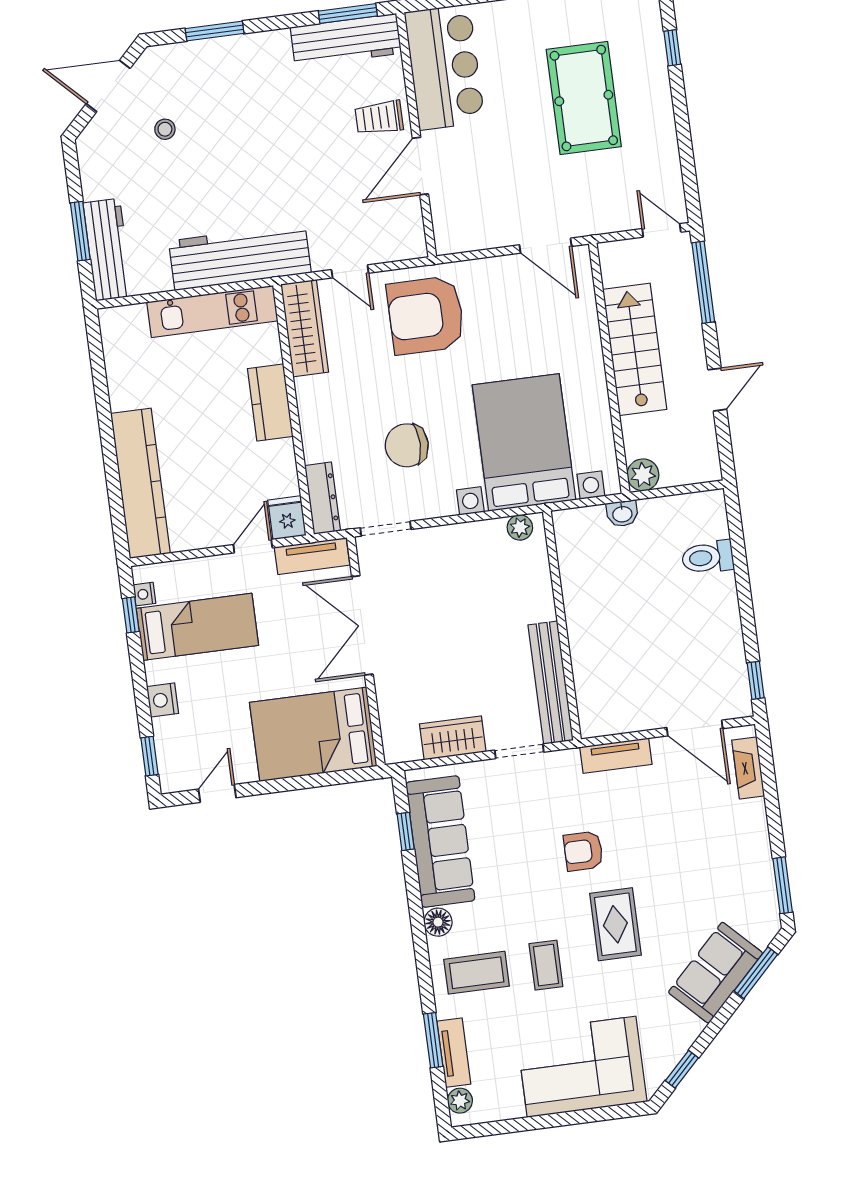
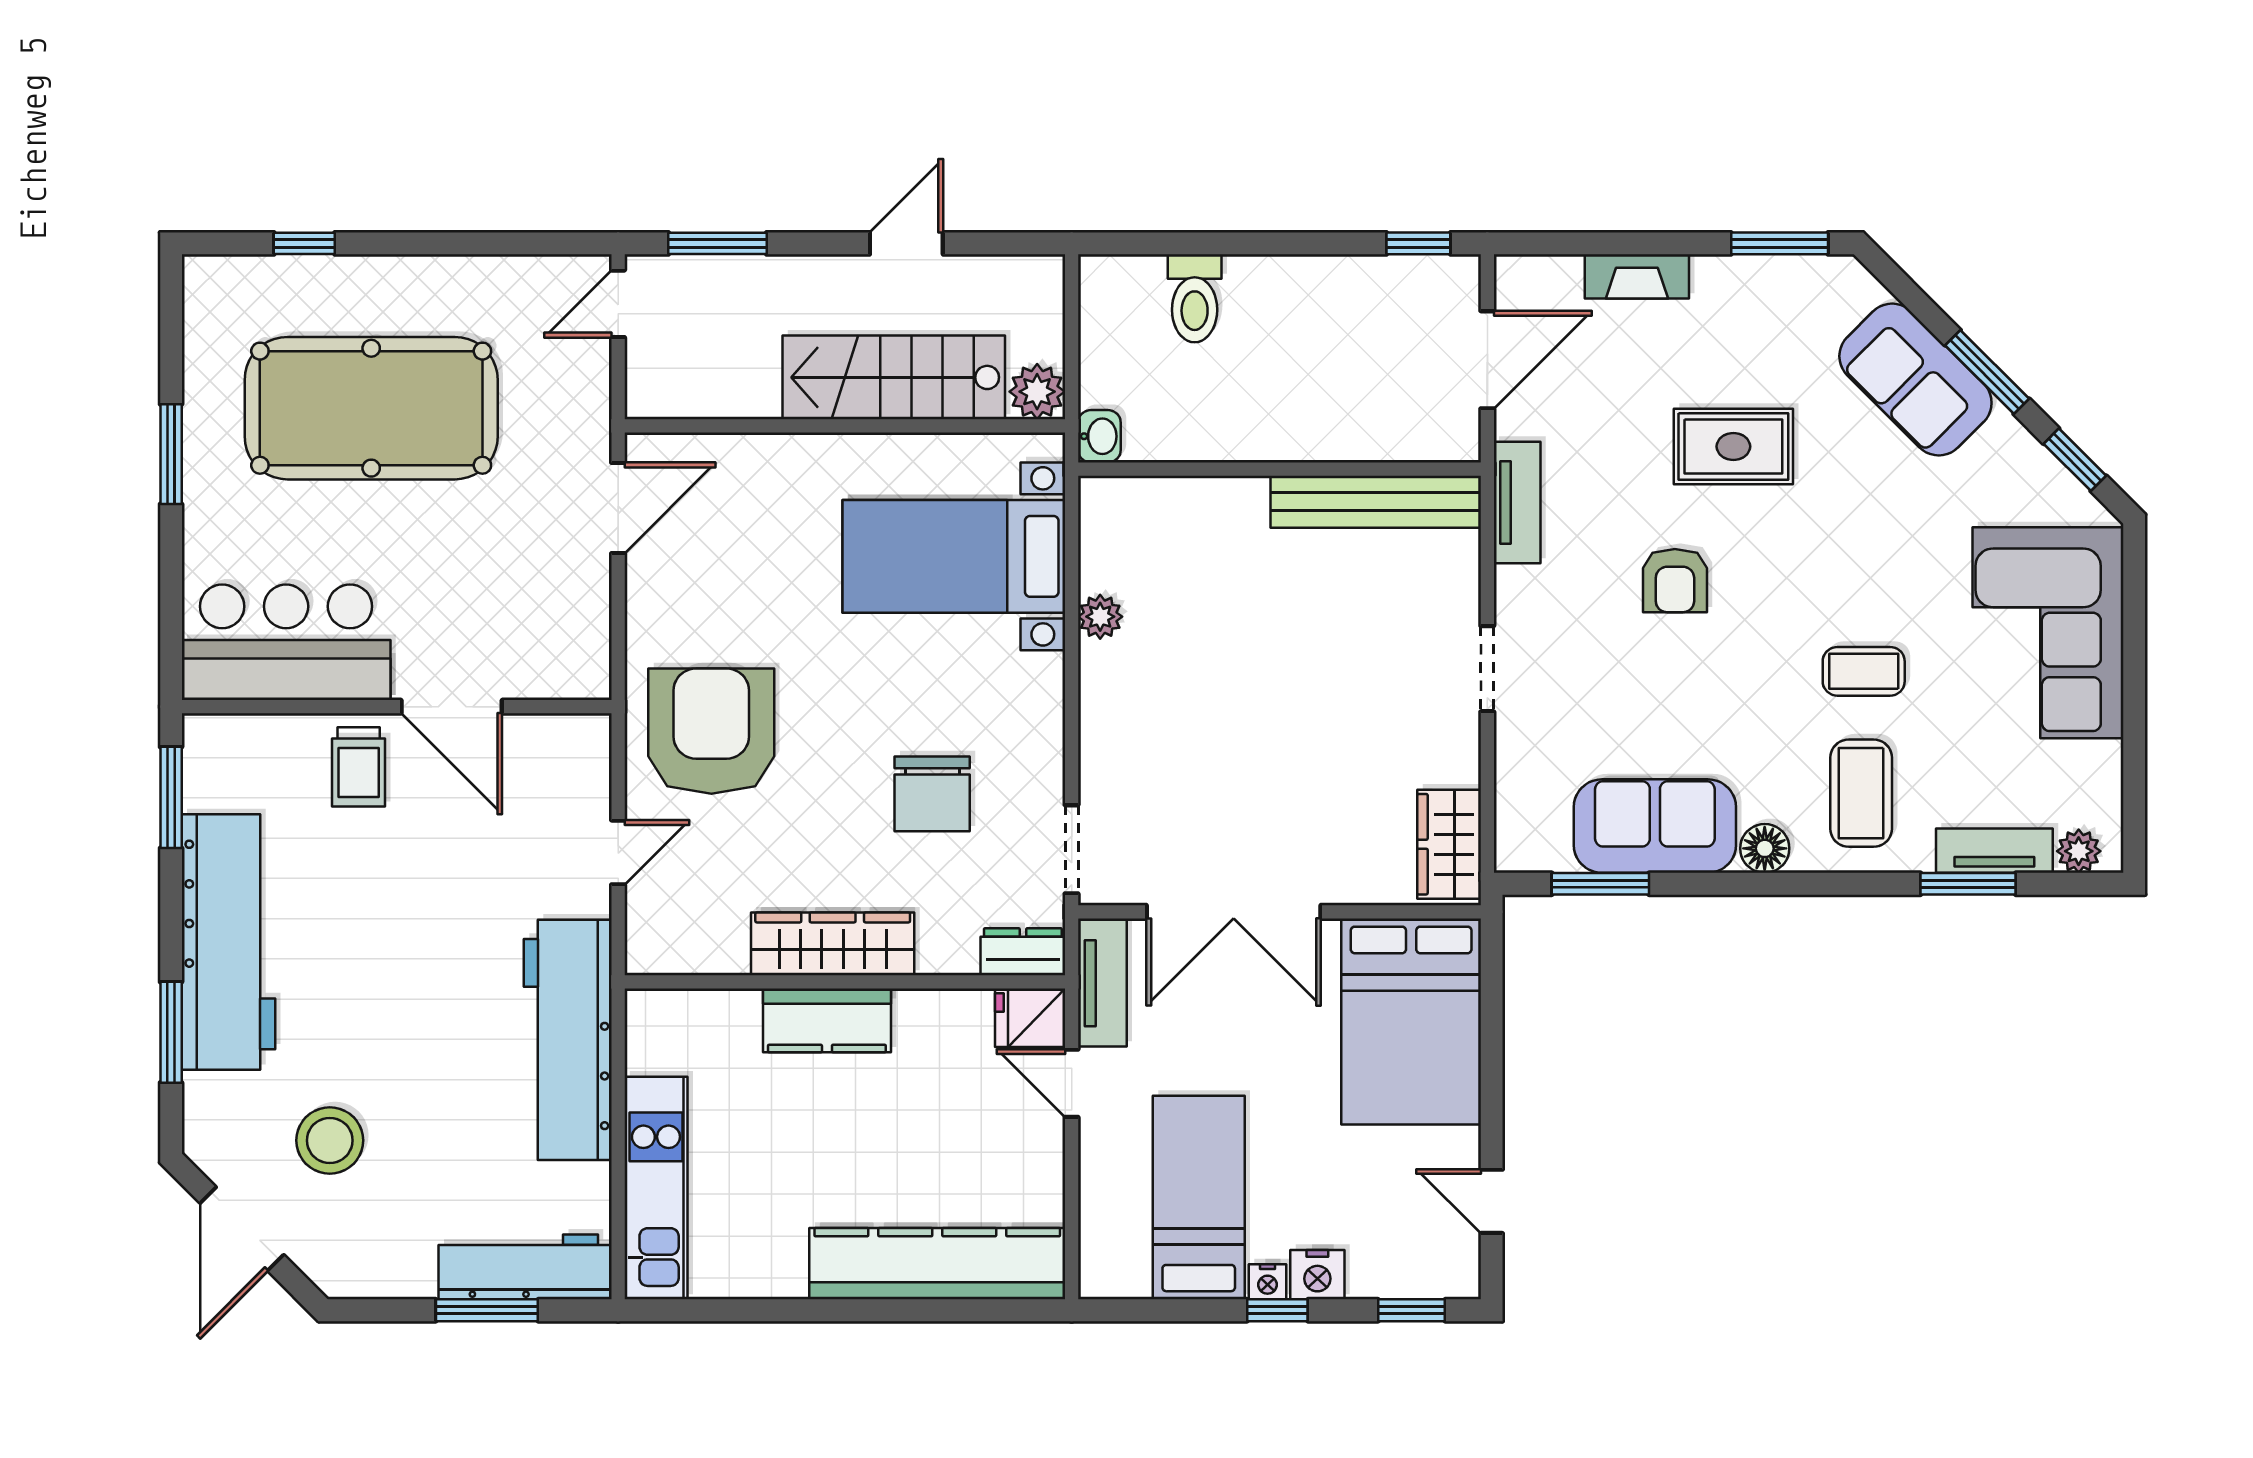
workbench: (346, 40) -> (228, 942), moved, width x1.36, depth x1.32
pool table: (584, 98) -> (371, 408), width x1.36, depth x1.32
stool: (165, 129) -> (330, 1140), width x1.89, depth x1.89
window: (703, 282) -> (717, 243), width x0.69
kitchen unit: (212, 311) -> (656, 1188), moved
armchair: (426, 315) -> (711, 731), turned 180
wardrobe: (305, 328) -> (833, 944), moved
stairs: (635, 349) -> (894, 377), moved
door: (717, 390) -> (906, 243), hinge flipped
bed with nightstands: (524, 442) -> (954, 556), width x0.73
dresser: (322, 498) -> (1023, 952), width x0.70
nightstand: (144, 594) -> (1267, 1282), moved
window: (131, 615) -> (1277, 1310), moved
wall: (562, 626) -> (1279, 469), moved
bench: (551, 683) -> (1376, 502), moved
wardrobe: (453, 738) -> (1449, 844), moved
fireplace: (748, 768) -> (1637, 276), moved
window: (406, 831) -> (1600, 884), width x1.50
sofa: (440, 841) -> (1655, 826), width x0.73
rug: (615, 924) -> (1733, 446), moved
window: (756, 973) -> (1987, 372), moved

